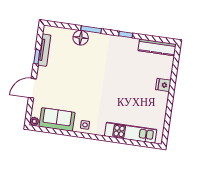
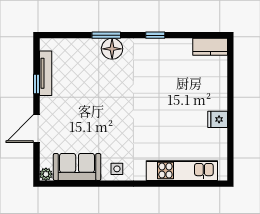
floor lamp: (81, 38) -> (112, 49), moved
kitchen counter: (157, 47) -> (210, 47), width x0.67
fridge: (163, 85) -> (218, 119), moved

